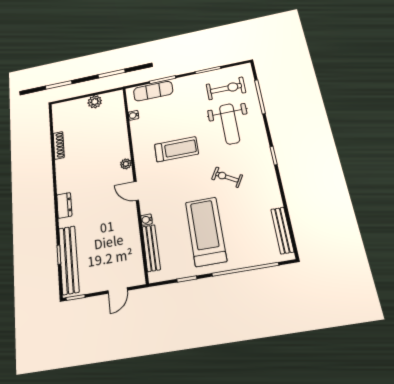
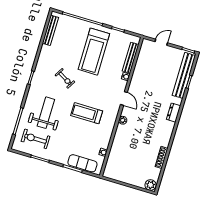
plant: (95, 102) -> (150, 185), moved

